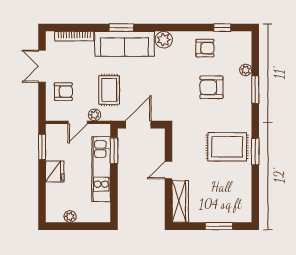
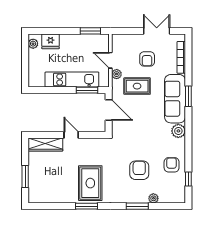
armchair: (205, 48) -> (172, 165), turned 180
armchair: (63, 92) -> (147, 59), moved
fridge: (55, 171) -> (51, 41), moved
plant: (70, 216) -> (33, 44), moved

